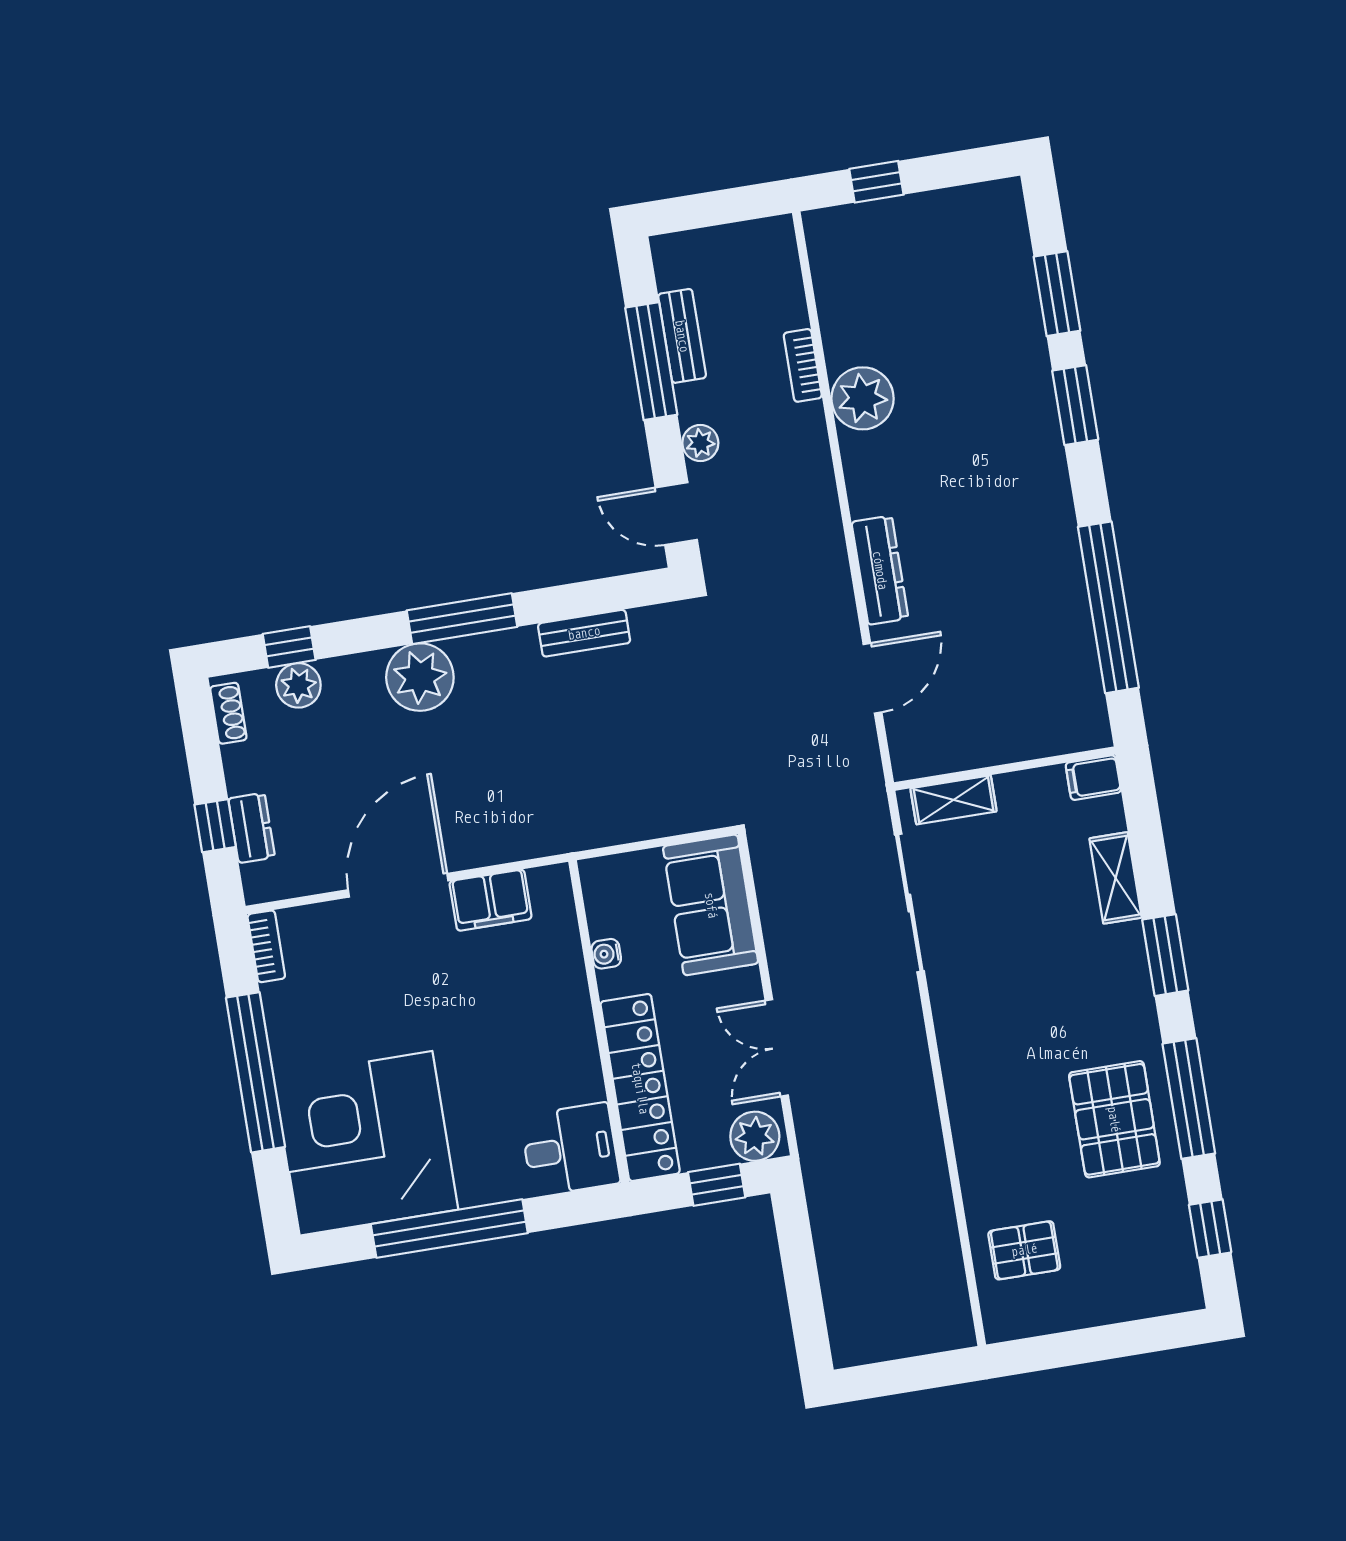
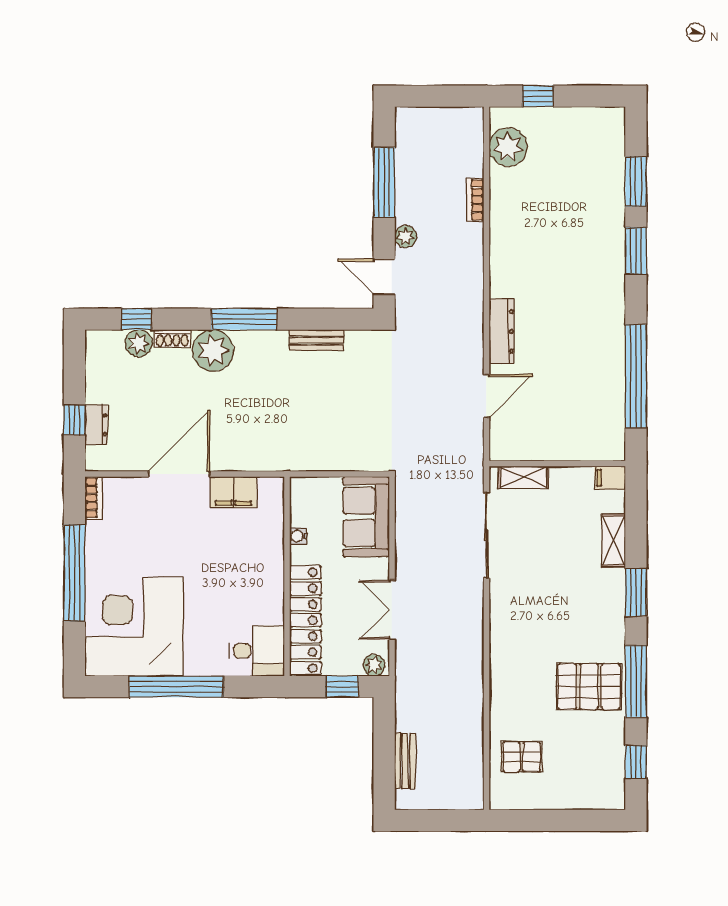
bench: (682, 336) -> (405, 761), moved
plant: (863, 398) -> (508, 147), moved
shoe rack: (228, 713) -> (172, 338), moved, turned 90
pallet: (1114, 1119) -> (589, 686), turned 90
plant: (755, 1136) -> (374, 665), width x0.73, depth x0.73

